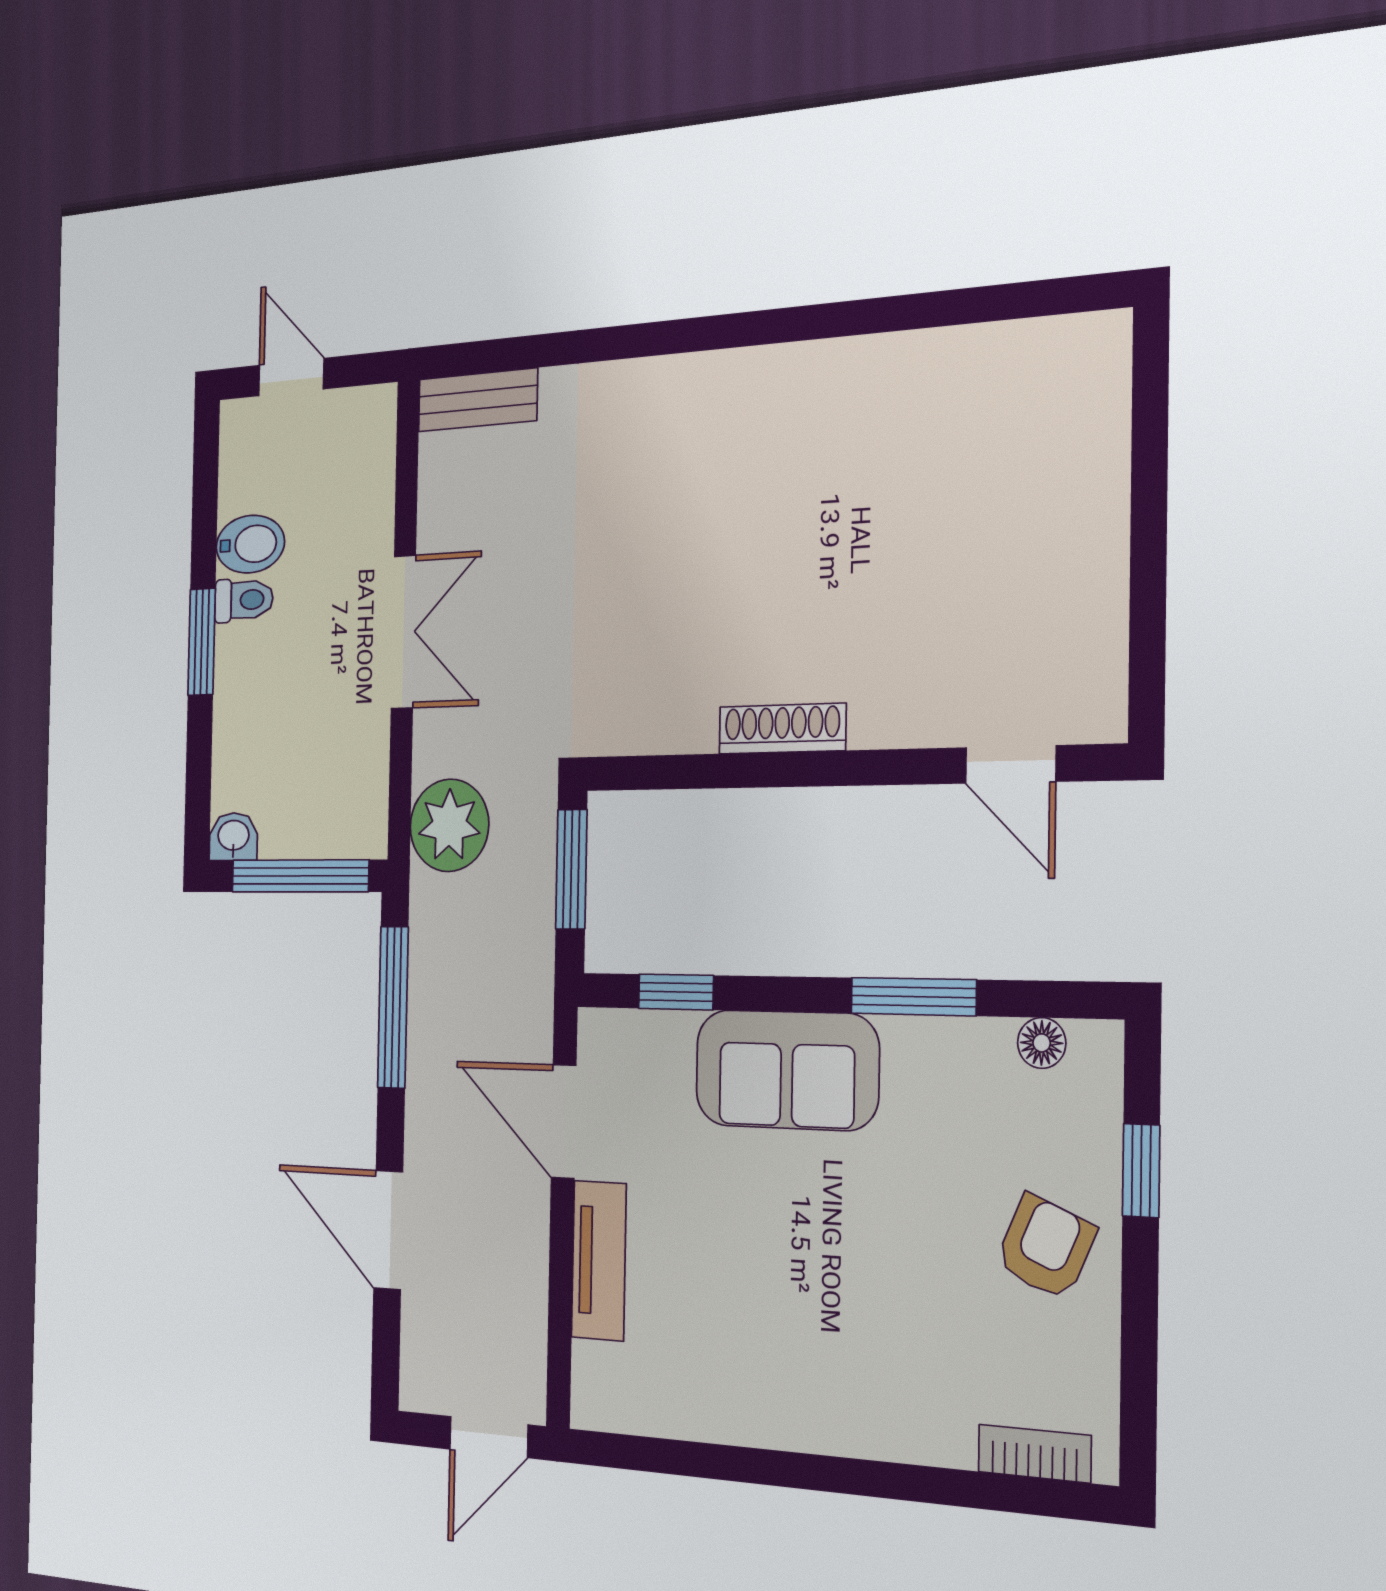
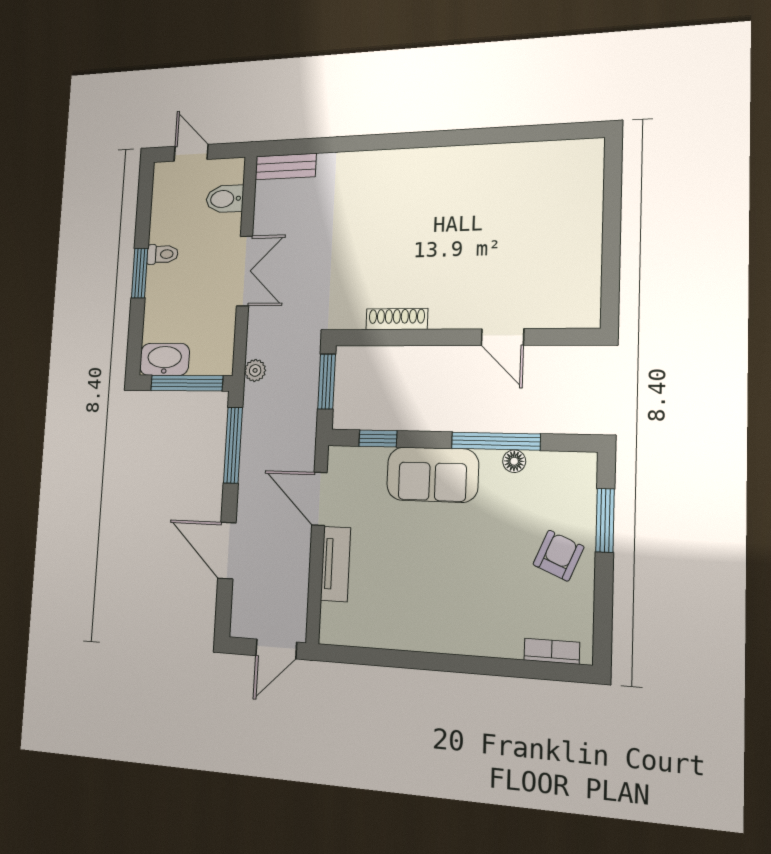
bidet: (250, 544) -> (225, 199), moved, turned 180
shoe rack: (782, 729) -> (397, 319), moved
door: (1011, 765) -> (503, 337), moved
plant: (449, 825) -> (255, 370), width x0.53, depth x0.53
washbasin: (233, 837) -> (164, 359), width x1.91, depth x1.45
window: (913, 997) -> (496, 441), width x1.44
floor lamp: (1042, 1043) -> (514, 461), moved
window: (1141, 1171) -> (605, 520), width x1.50

